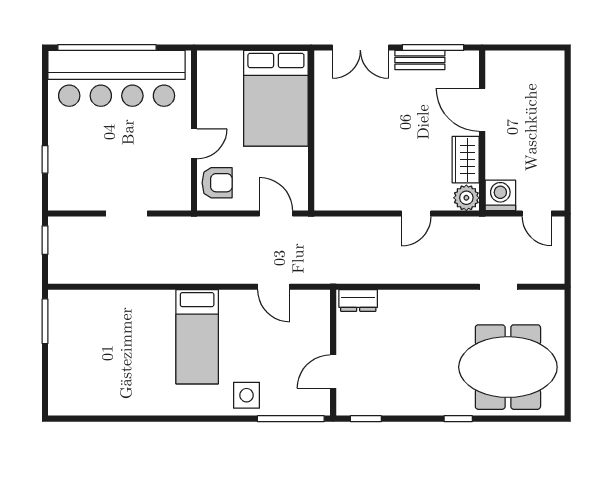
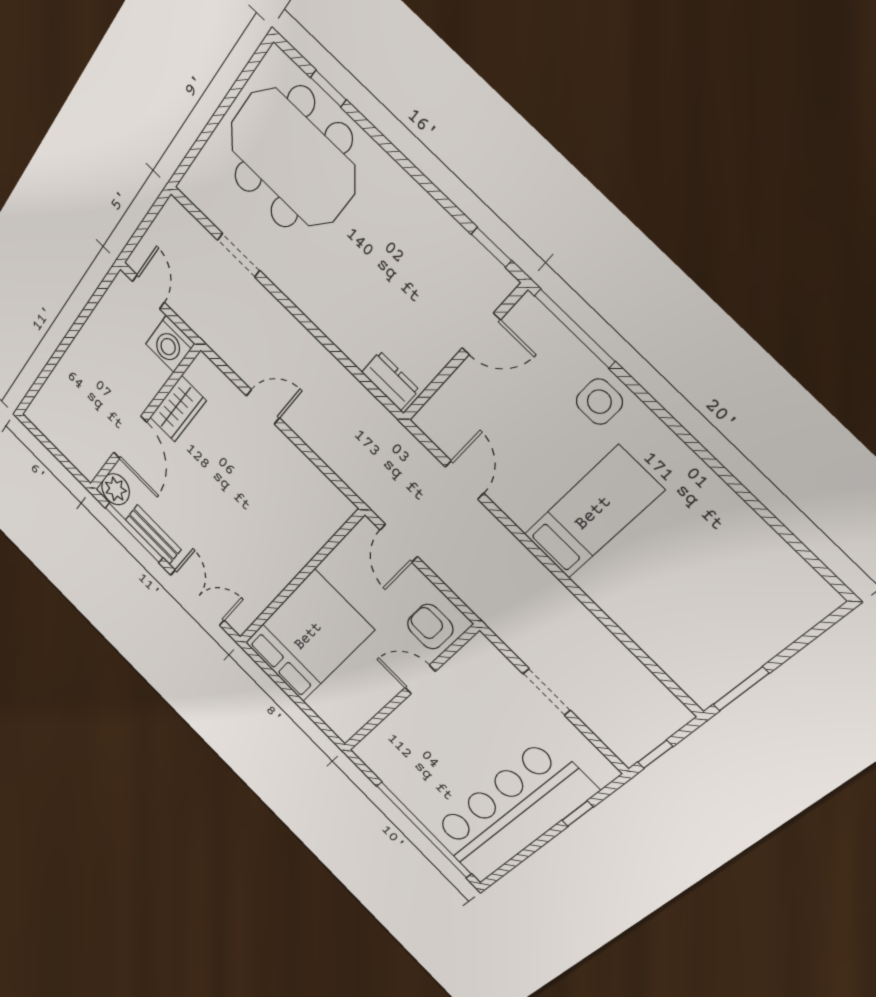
bar counter: (117, 78) -> (512, 811), moved, turned -90
plant: (466, 198) -> (116, 489), moved
window: (458, 419) -> (328, 89), moved

